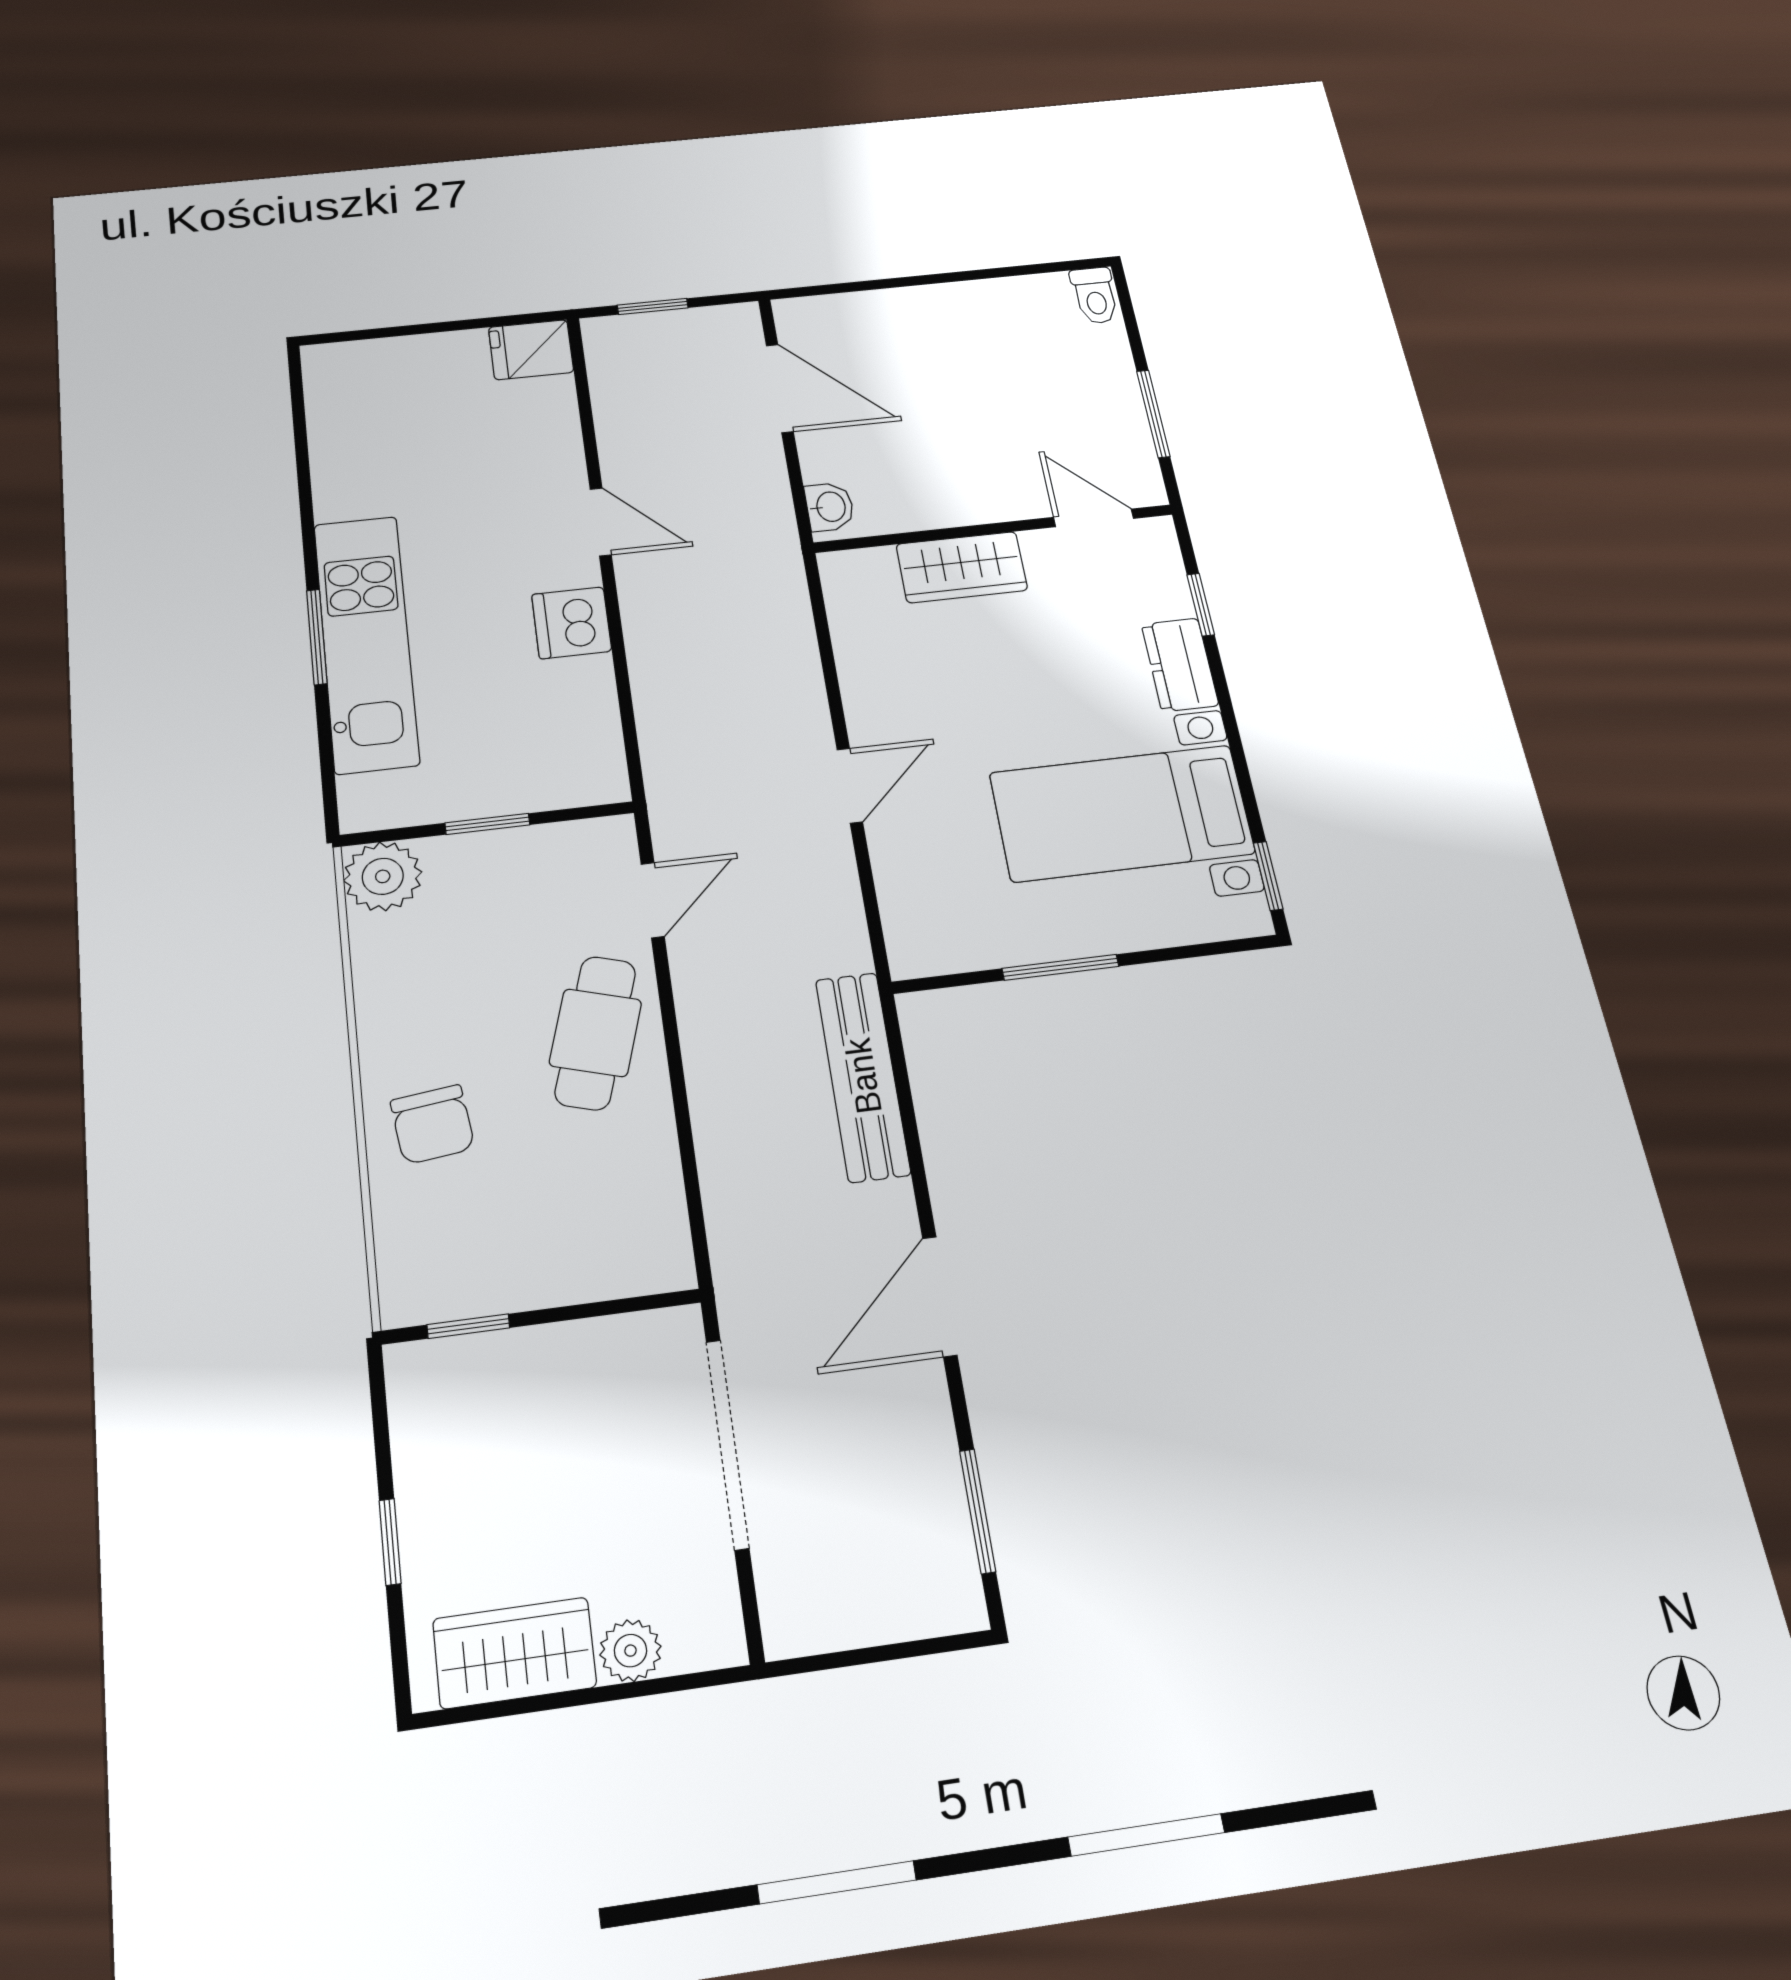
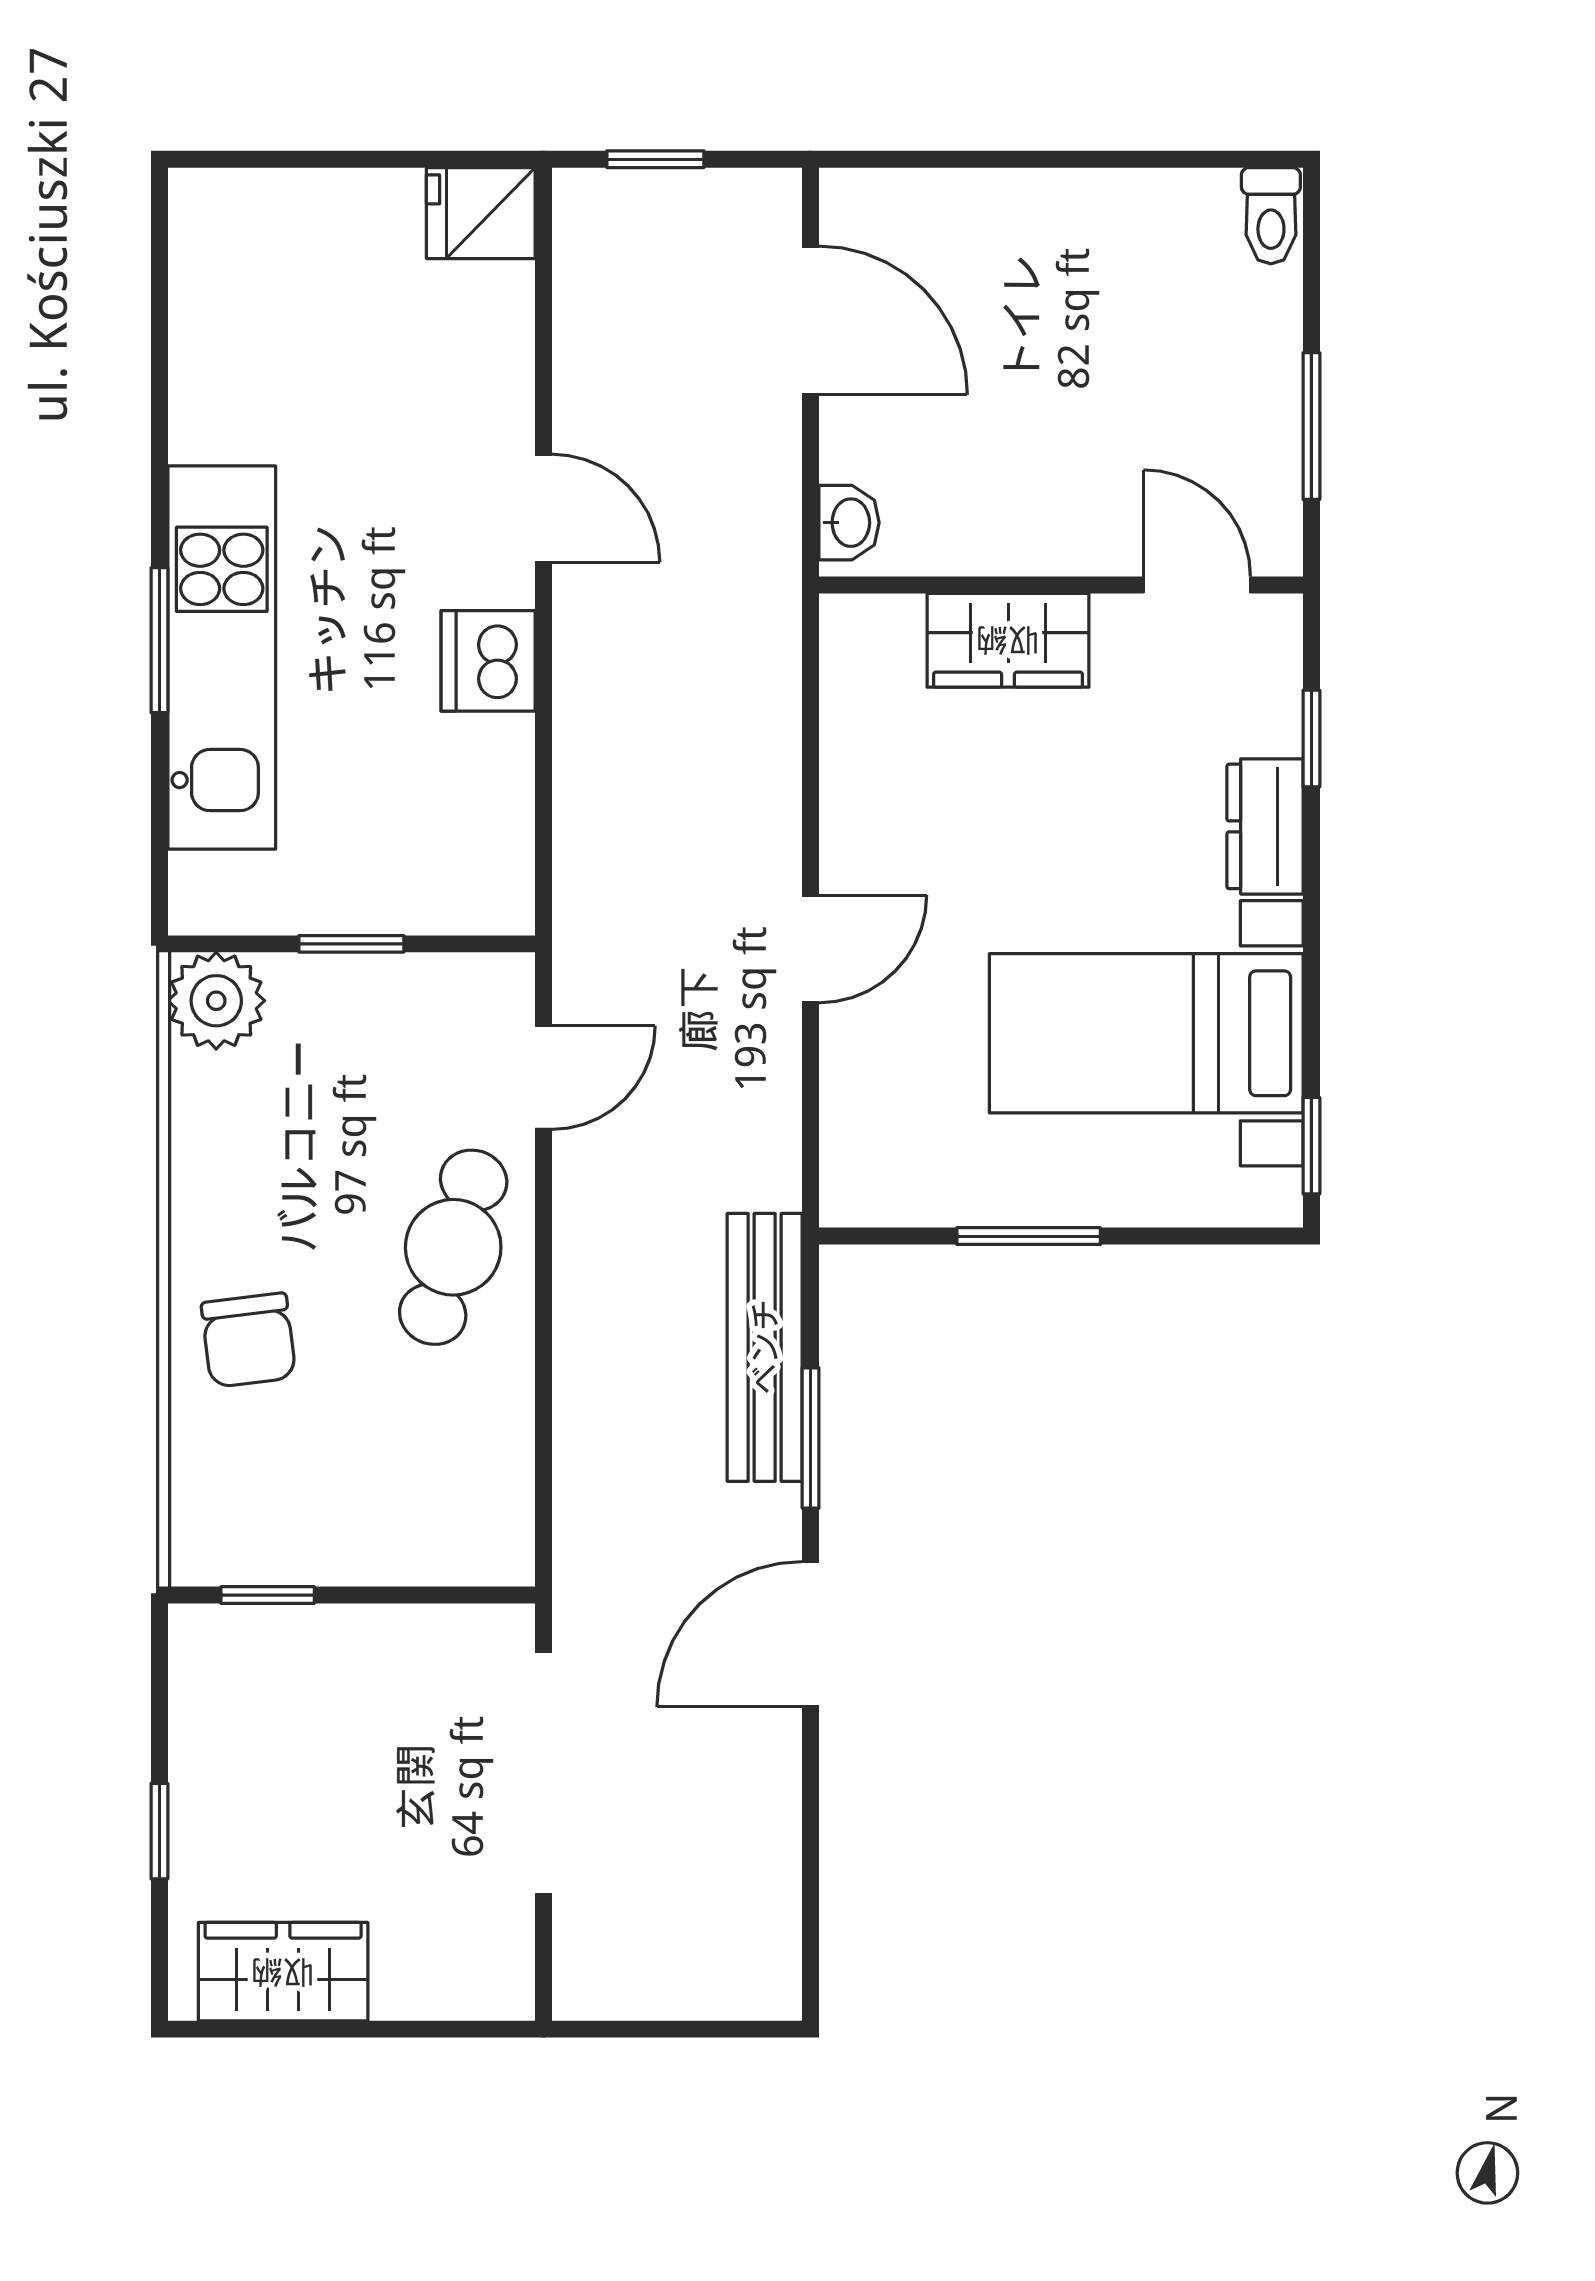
window: (978, 1511) -> (811, 1438), moved
plant: (631, 1651) -> (408, 1987), removed

